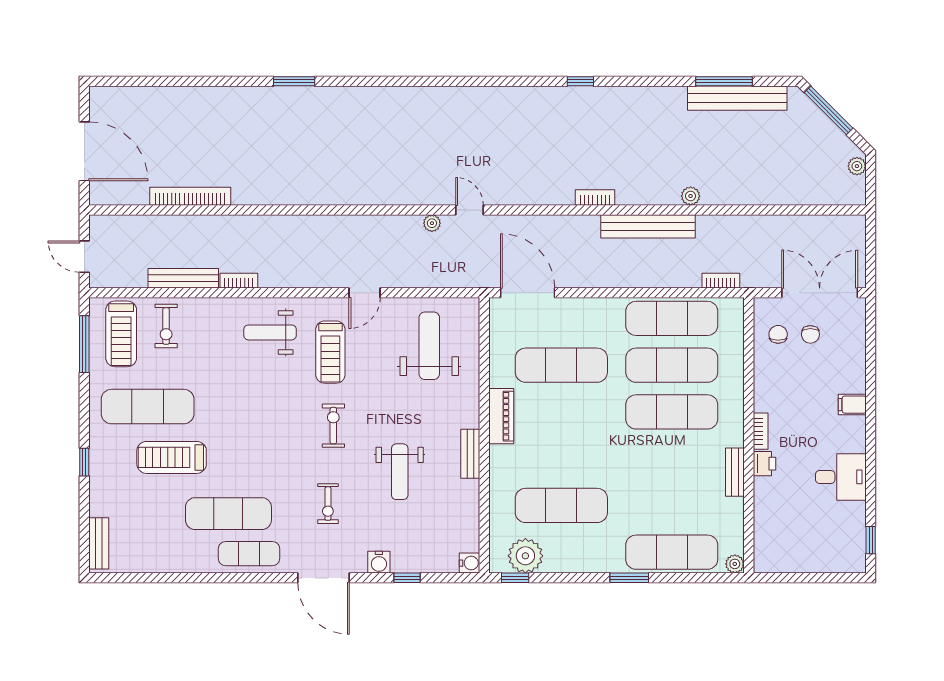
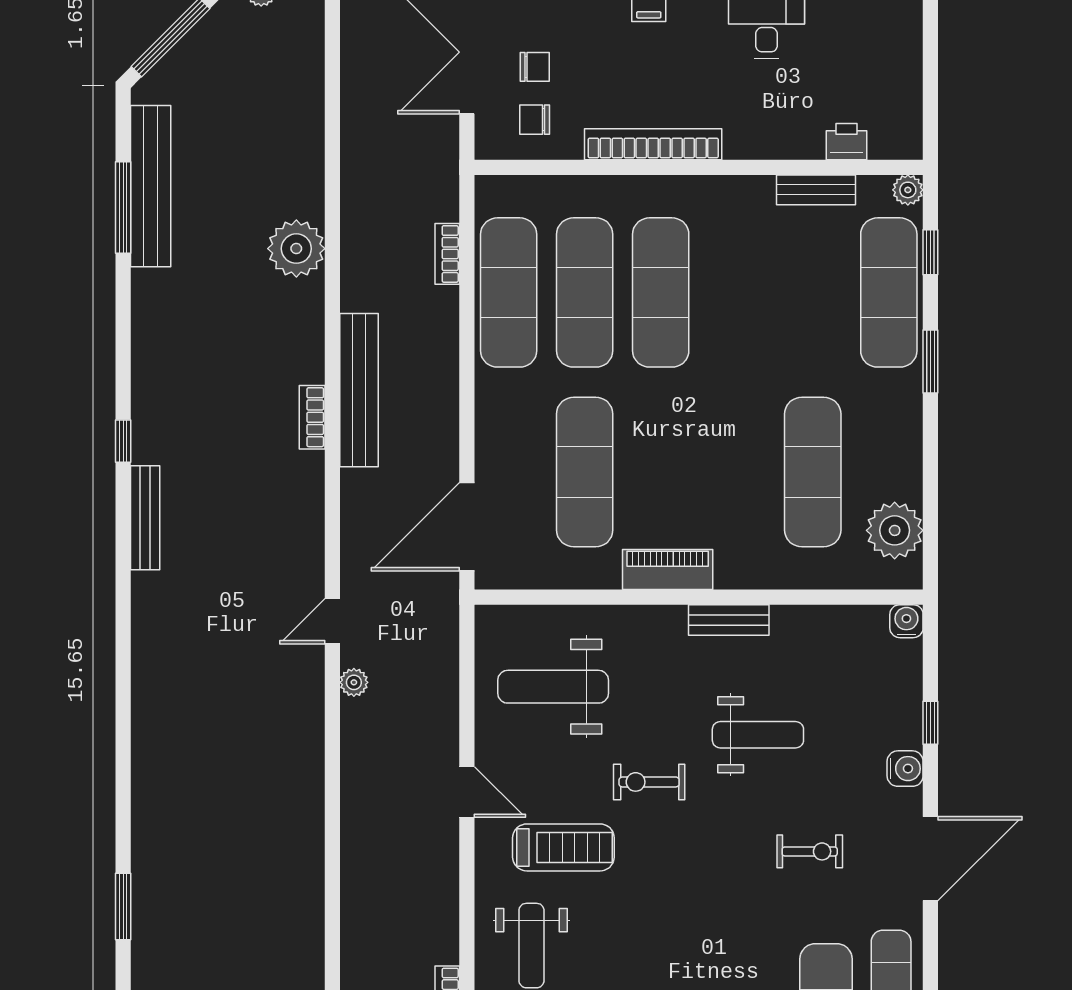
bench: (533, 95) -> (145, 518), added
plant: (691, 196) -> (296, 249), width x1.87, depth x1.87
bench: (648, 226) -> (359, 390), moved
bookcase: (721, 281) -> (447, 254), moved
exercise bike: (333, 426) -> (649, 782), moved
bookcase: (761, 431) -> (653, 144), width x2.31, depth x1.31
printer: (765, 464) -> (846, 142), moved
bench: (735, 472) -> (816, 190), moved
window: (515, 578) -> (930, 252), moved

